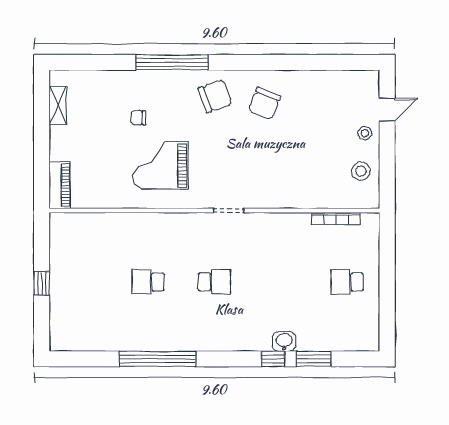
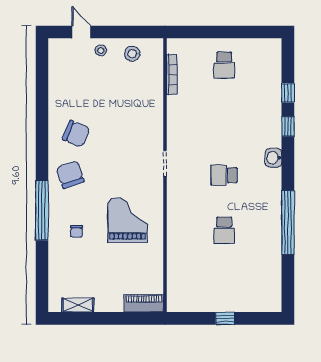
chair: (138, 118) -> (77, 231), moved
grand piano: (160, 165) -> (128, 220), turned 180
school desk: (214, 282) -> (224, 175), turned -90
washbasin: (284, 341) -> (274, 158), moved
window: (314, 359) -> (288, 93), width x0.67

